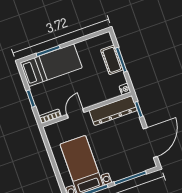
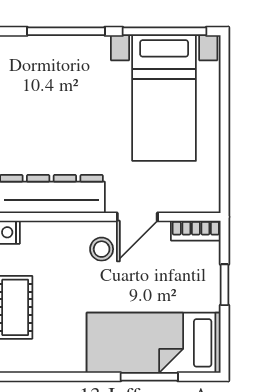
stool: (85, 96) -> (102, 249), added

